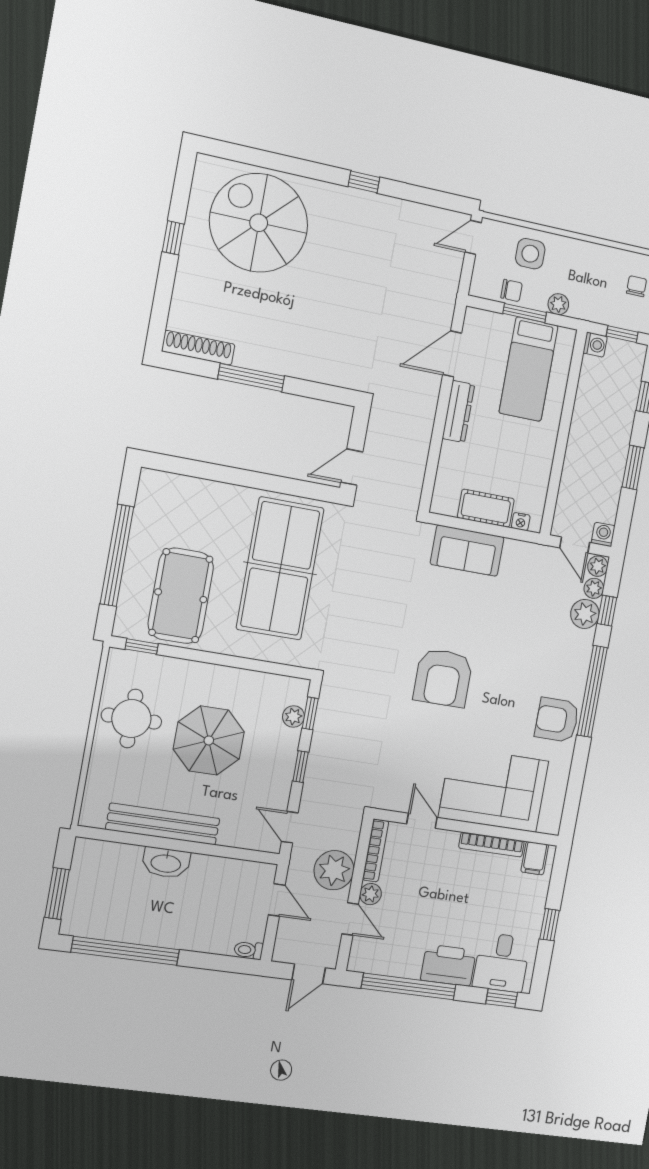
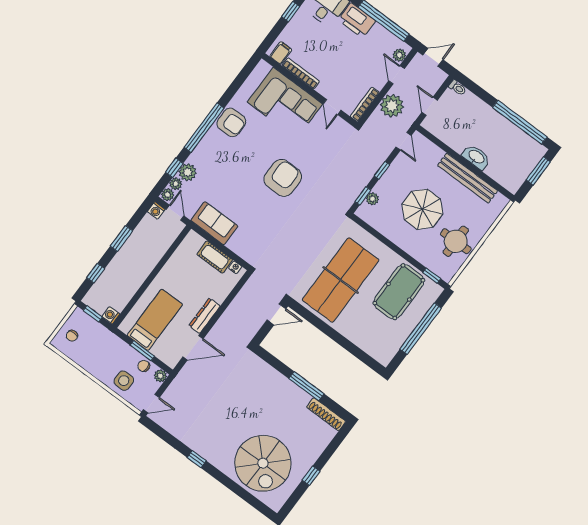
plant: (558, 304) -> (160, 376), moved
nightstand: (521, 522) -> (235, 267), moved
sofa: (467, 551) -> (214, 223), moved
plant: (371, 894) -> (399, 55), moved

